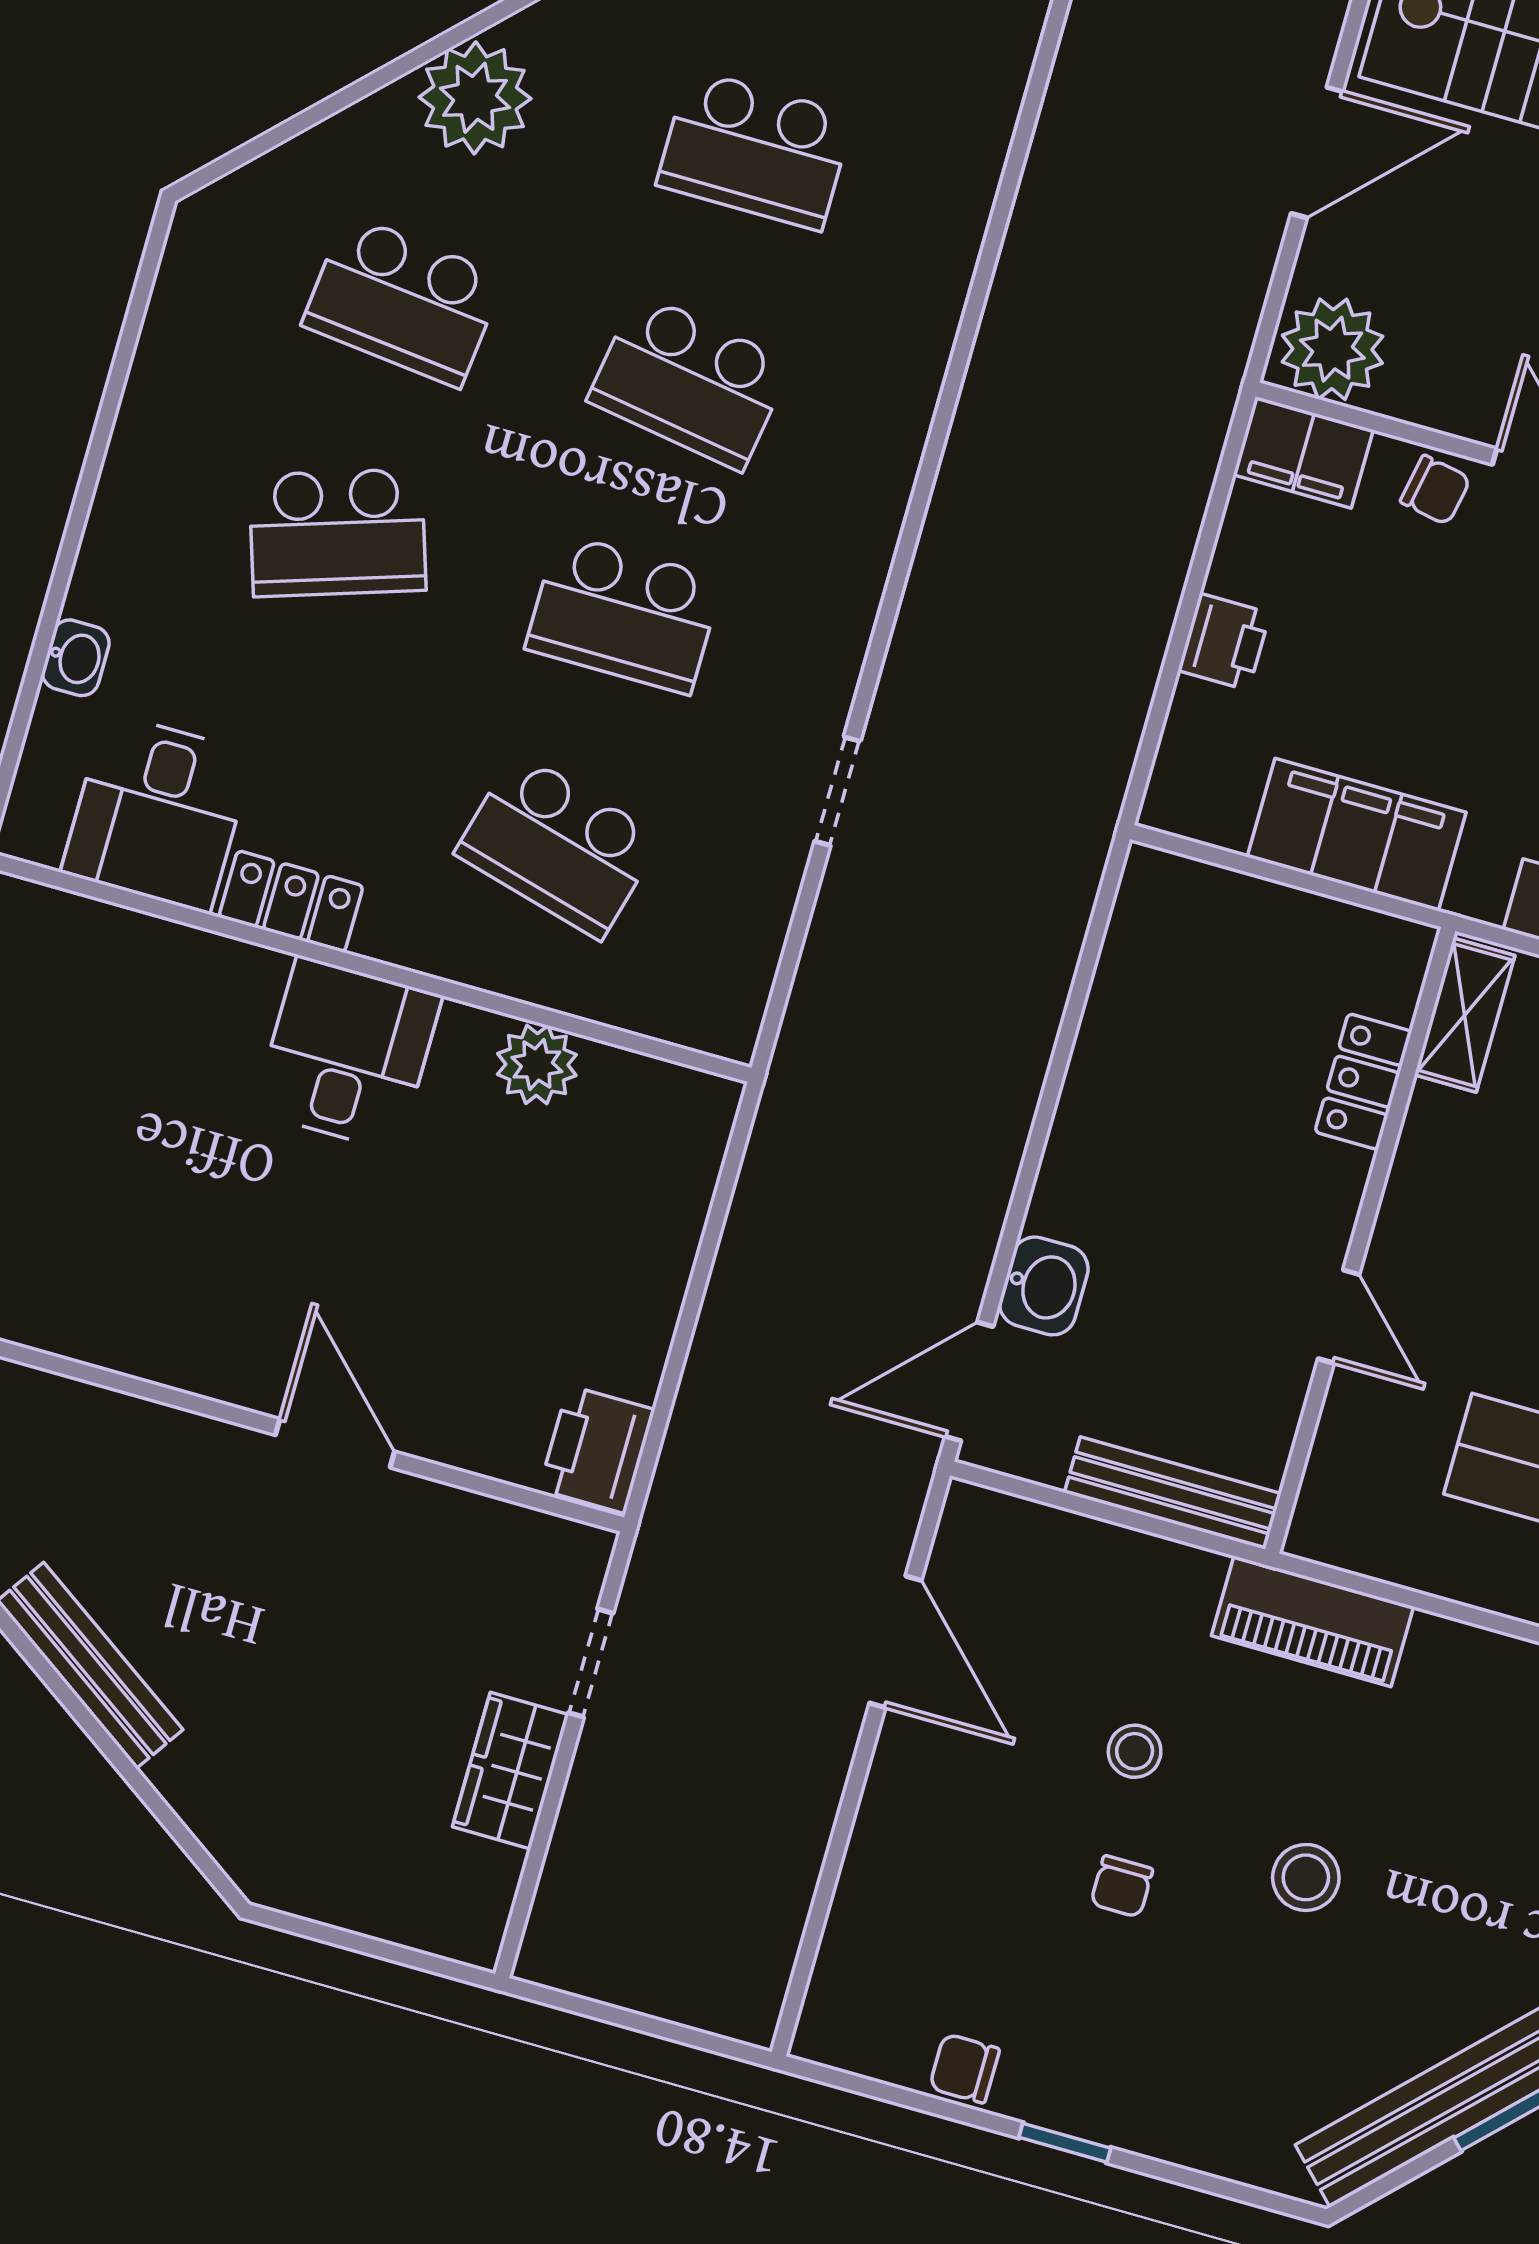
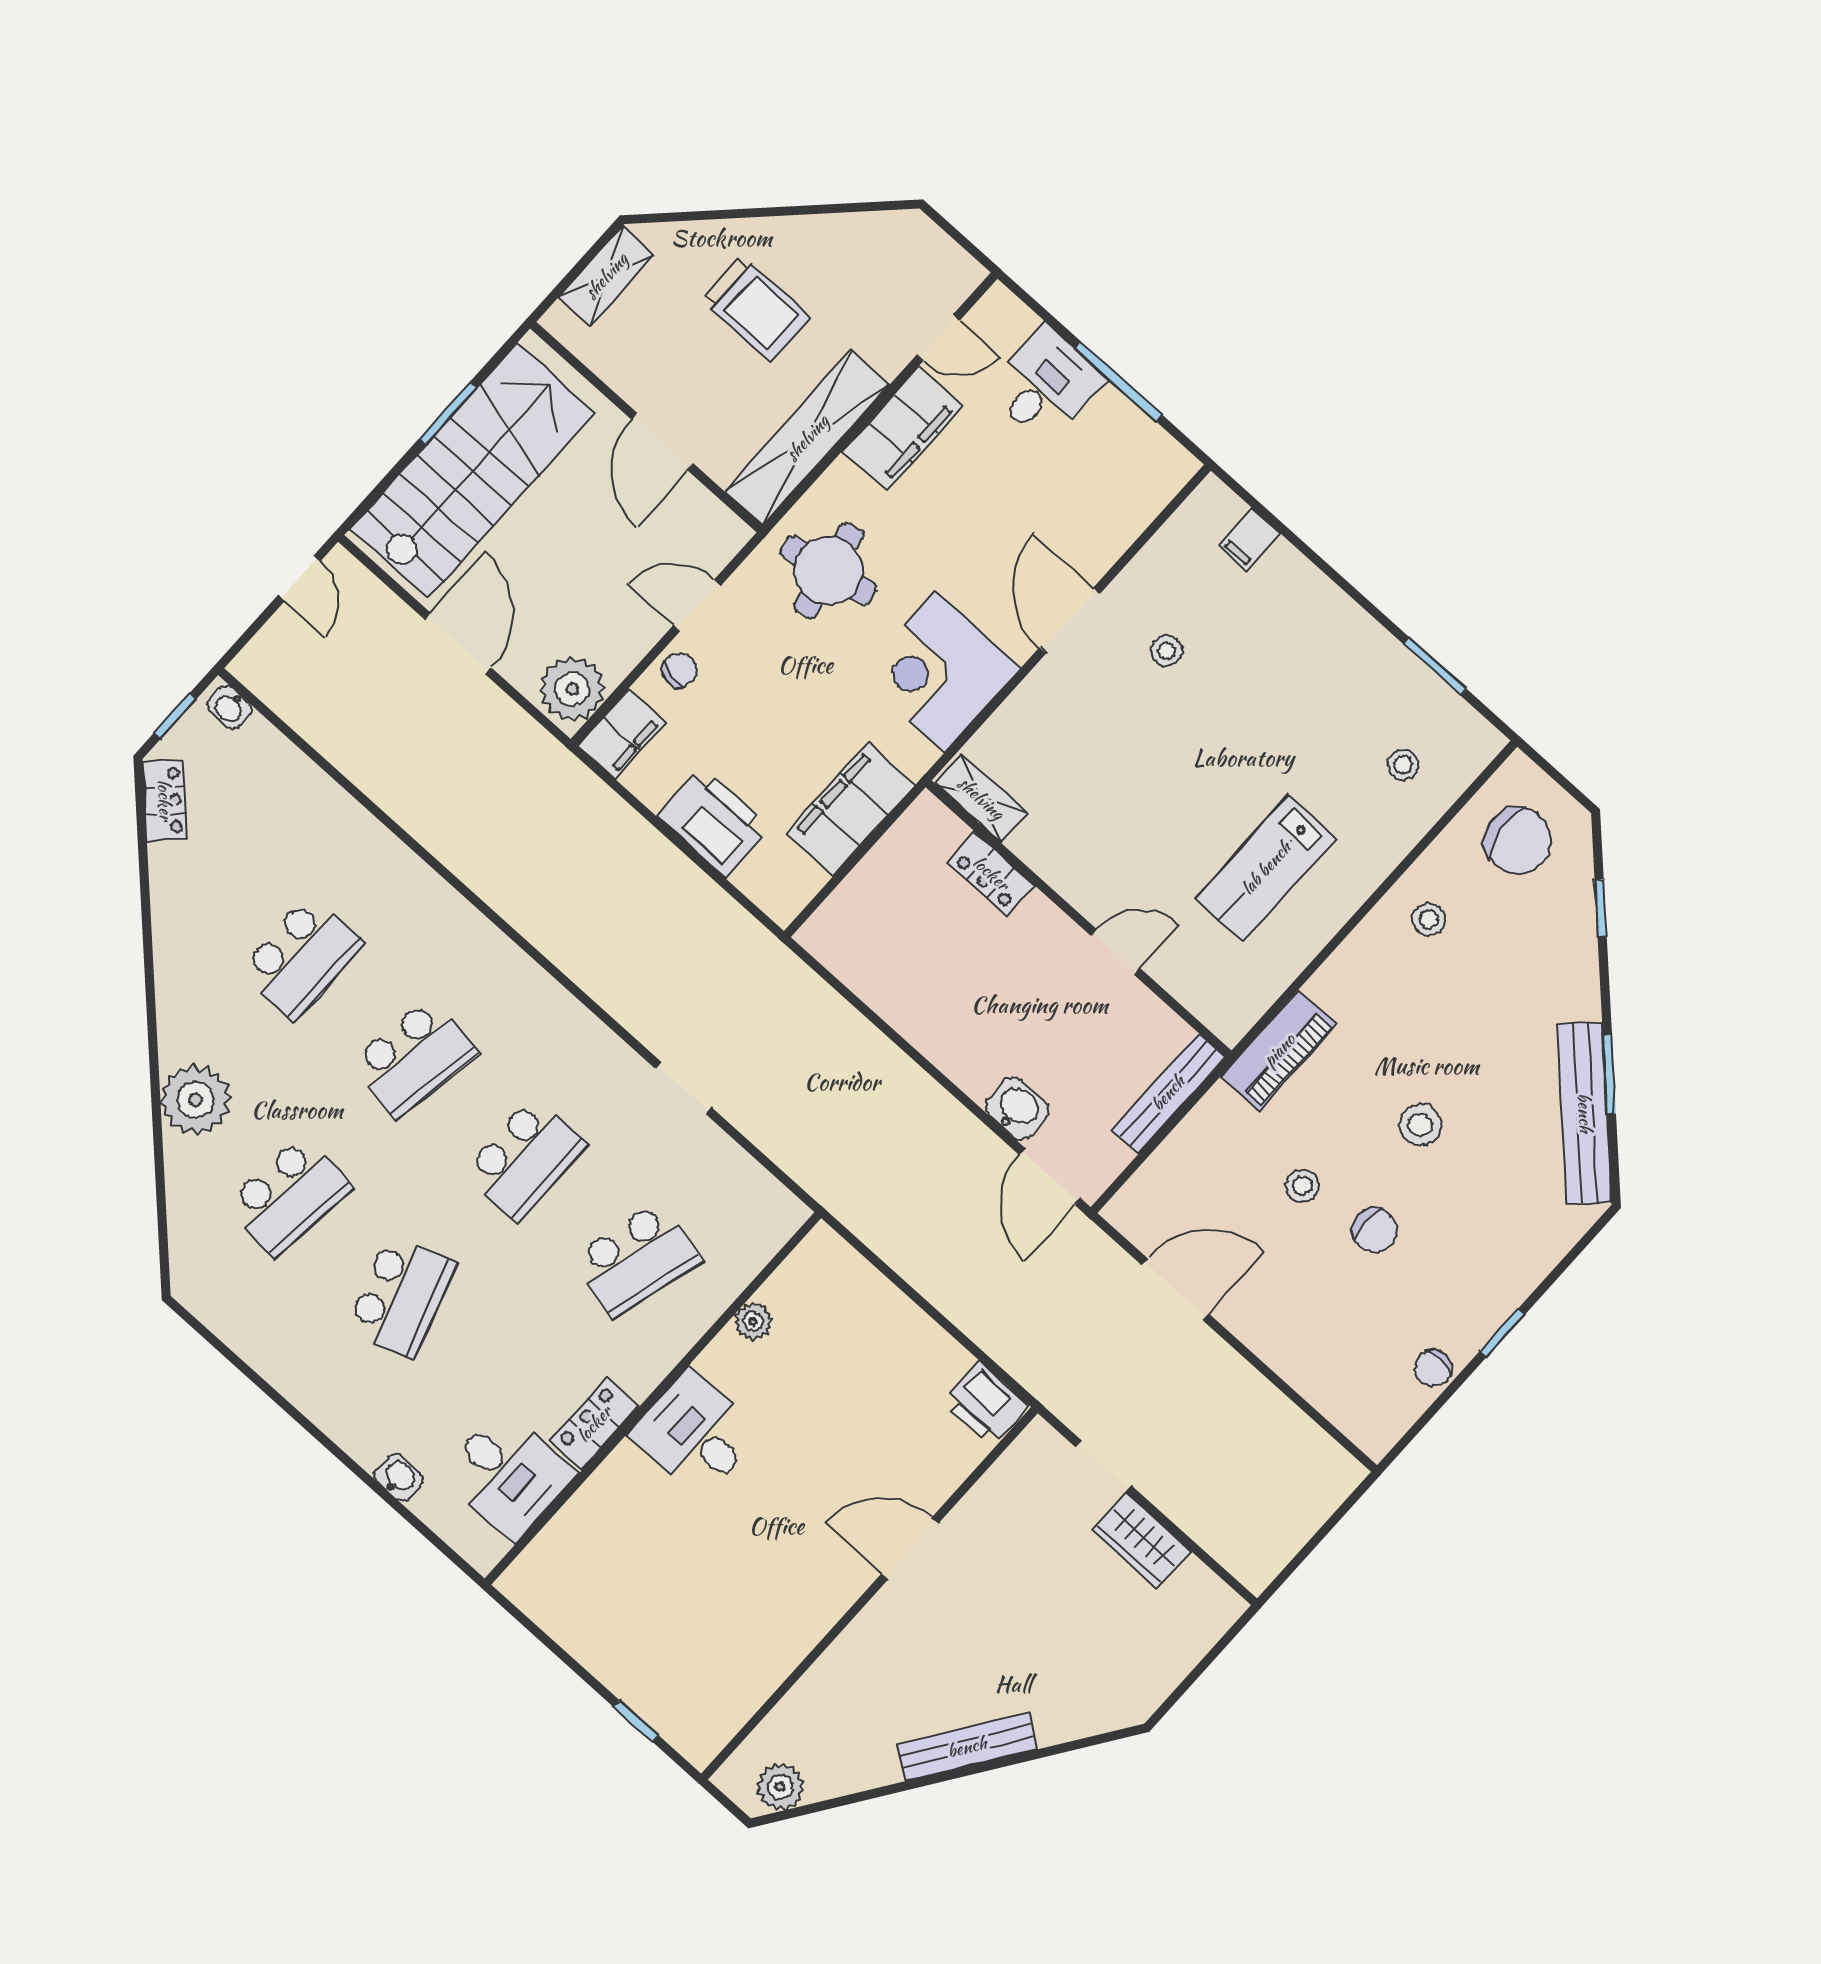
printer: (1224, 642) -> (713, 822), width x1.87, depth x1.48
plant: (537, 1064) -> (753, 1321), width x0.73, depth x0.73
chair: (1122, 1886) -> (1375, 1230), width x1.37, depth x1.37

